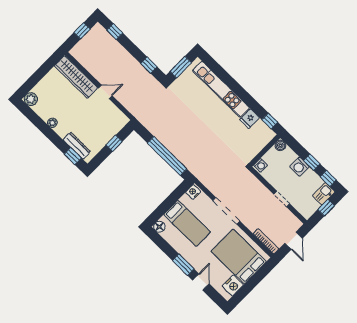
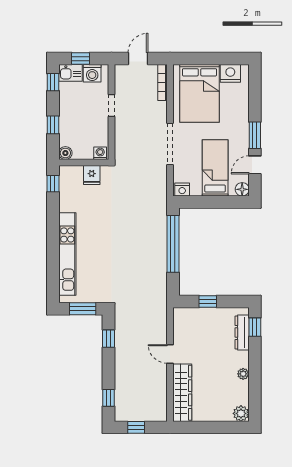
fridge: (250, 119) -> (92, 175), moved, turned 90
window: (312, 162) -> (53, 125), moved
washing machine: (299, 167) -> (92, 73), moved, turned 90
door: (201, 282) -> (255, 165), moved

